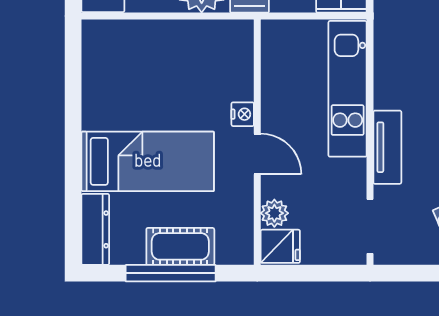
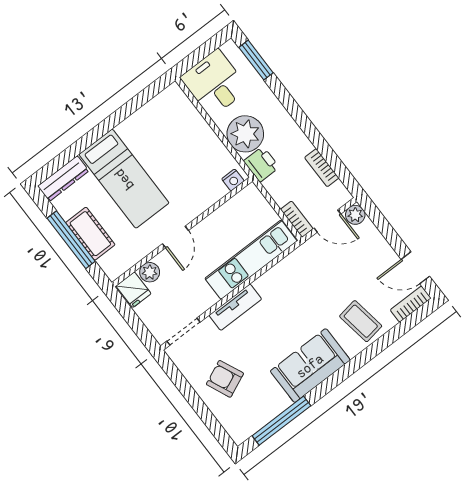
nightstand: (243, 114) -> (233, 180), moved

